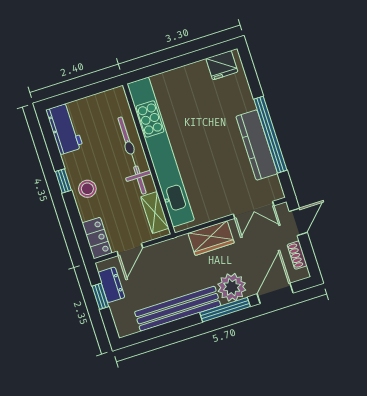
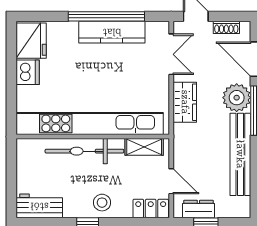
fridge: (222, 65) -> (31, 41), width x1.36, depth x1.34
dishwasher: (191, 75) -> (28, 72), added

